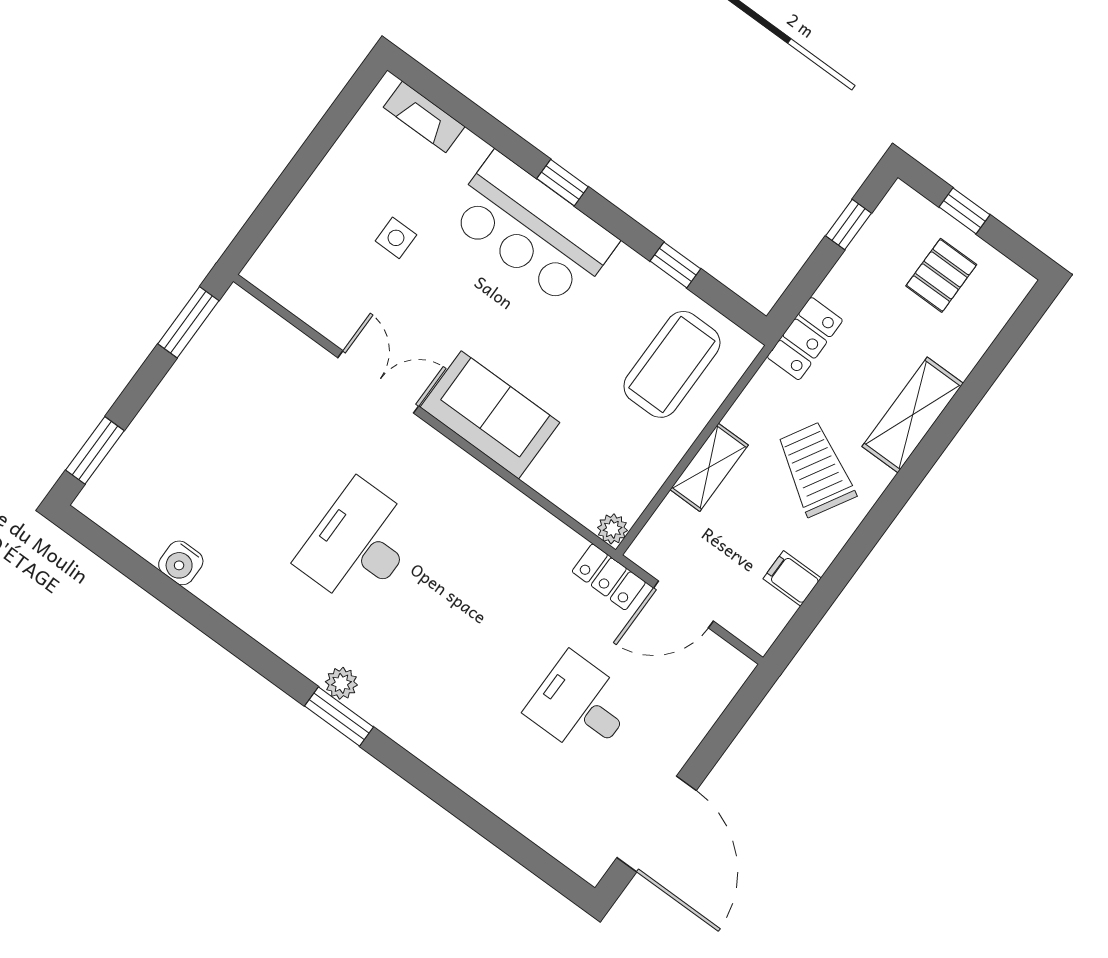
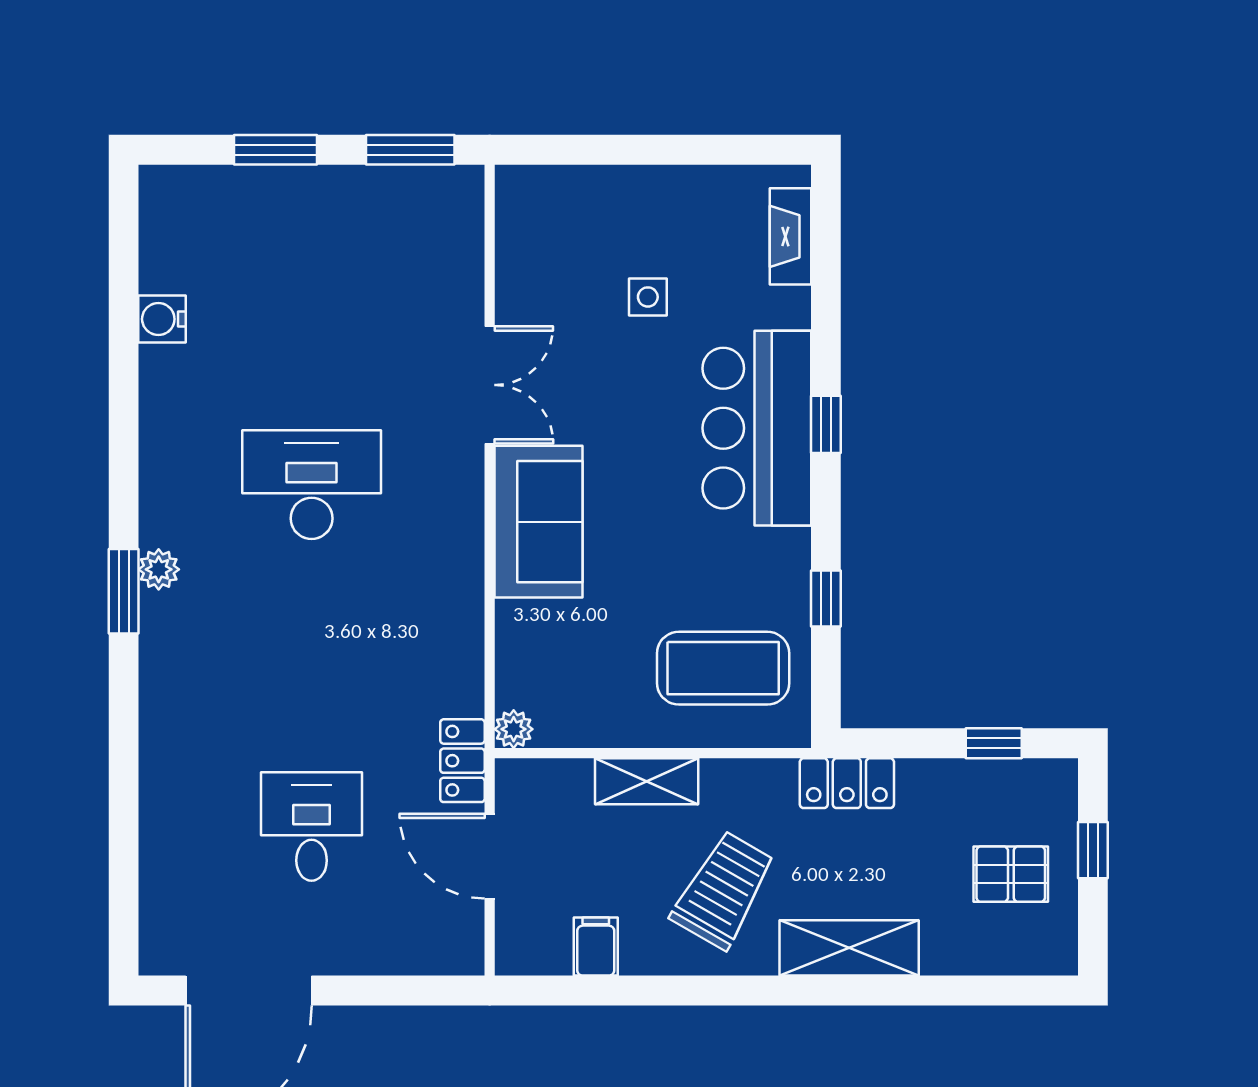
window: (95, 450) -> (275, 150), moved

